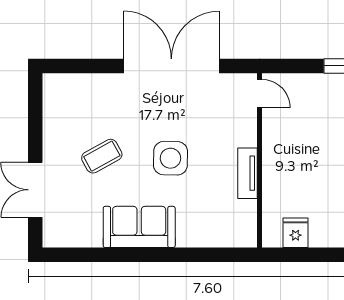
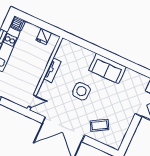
door: (259, 93) -> (32, 101), swing flipped
coffee table: (102, 156) -> (100, 125), moved

